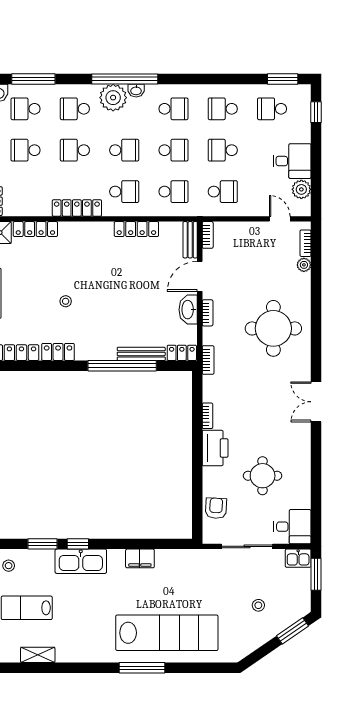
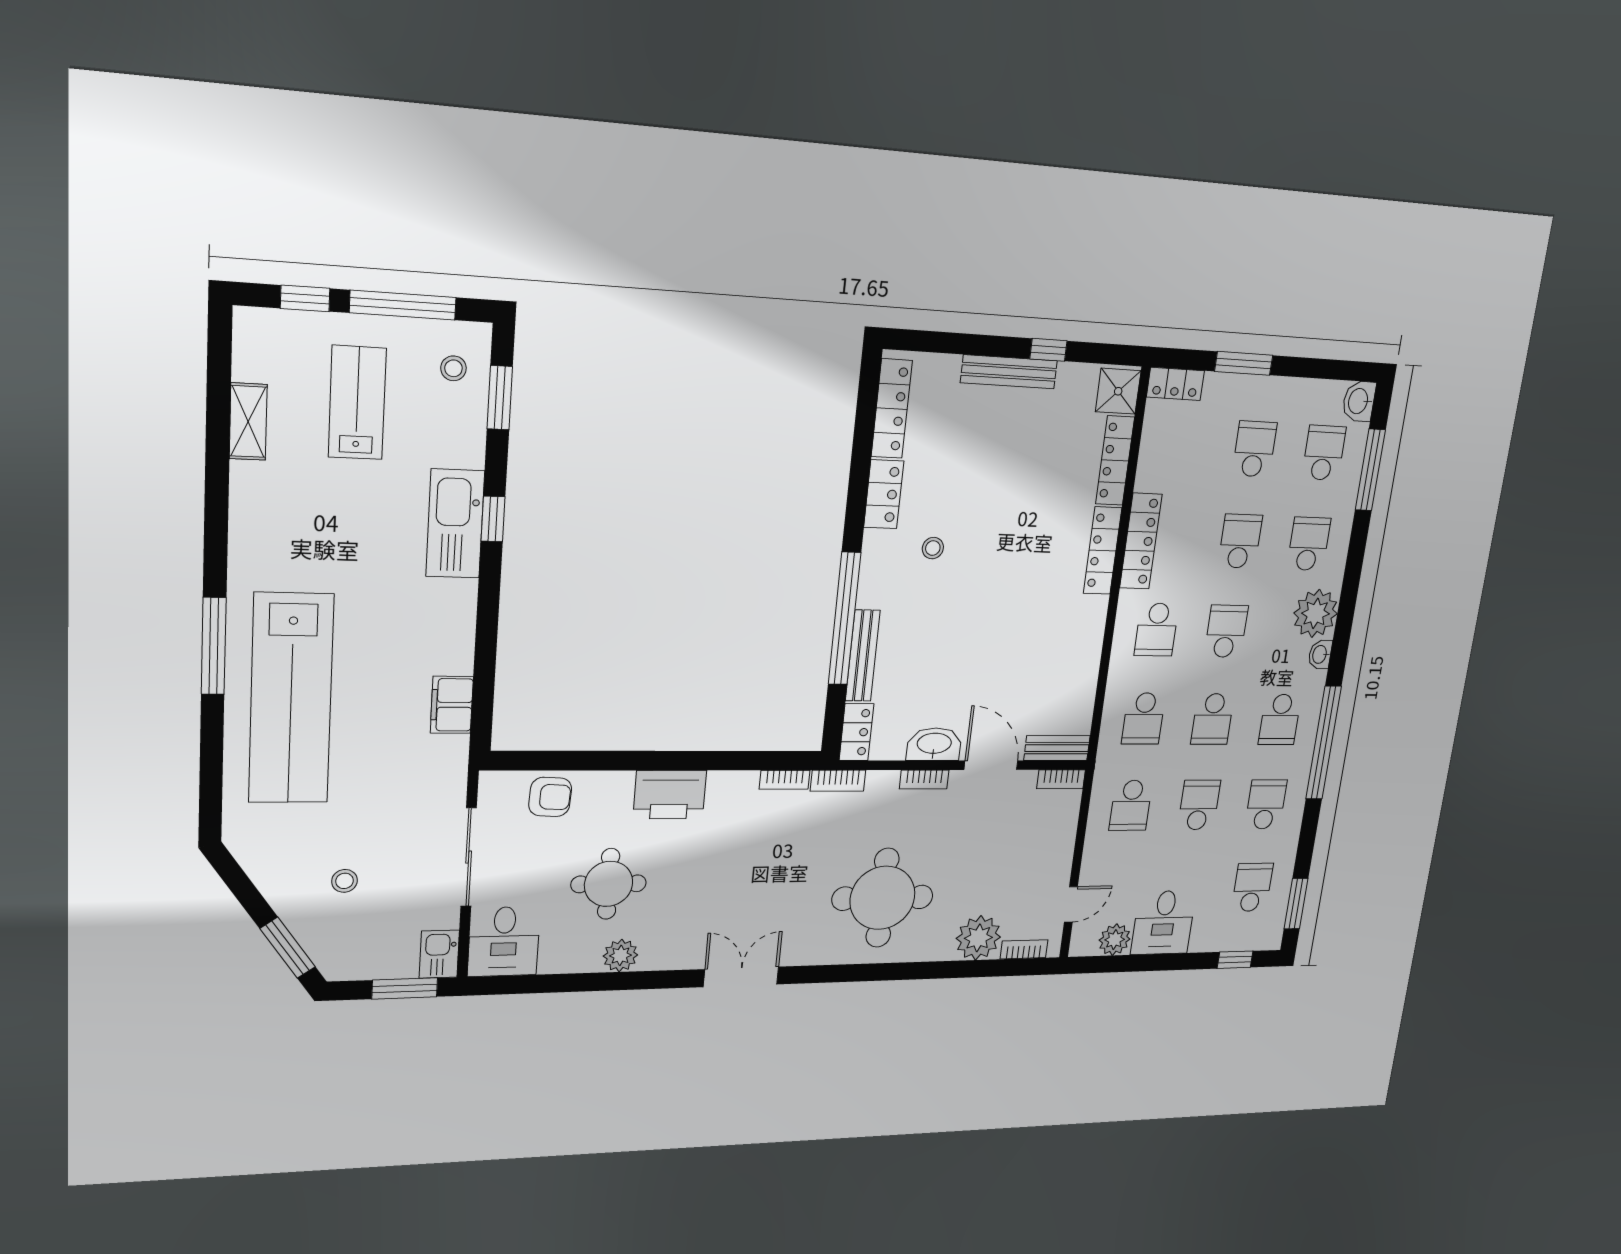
window: (125, 79) -> (1324, 743), moved
school desk: (124, 150) -> (1226, 631), turned 180
locker: (136, 229) -> (1103, 551), moved
plant: (304, 265) -> (978, 938), width x1.88, depth x1.88
stool: (66, 301) -> (933, 548), moved
bookcase: (207, 416) -> (785, 780), moved
plant: (302, 467) -> (620, 955), added
window: (42, 544) -> (500, 398), moved
filing cabinet: (140, 558) -> (452, 705), moved

